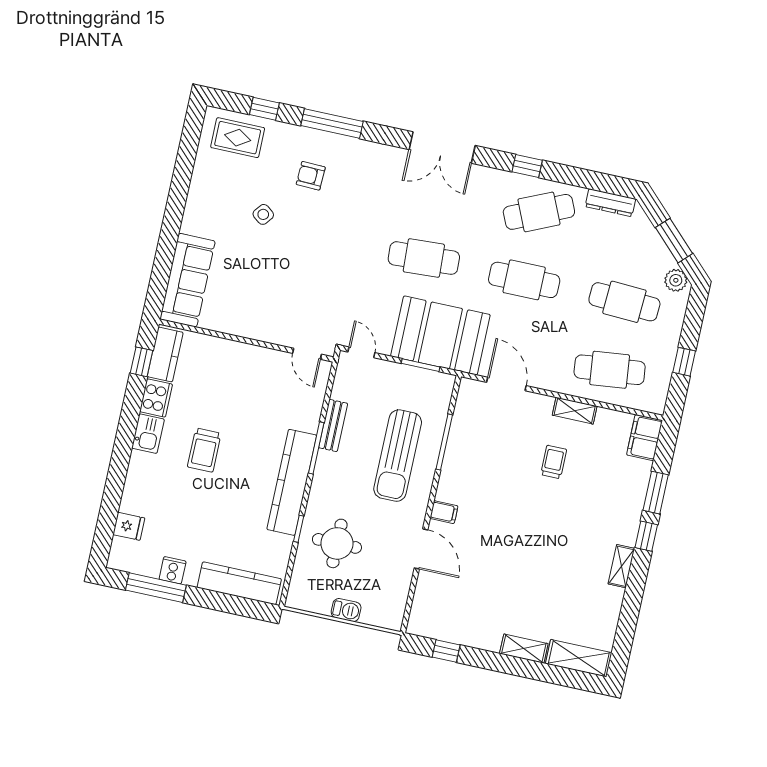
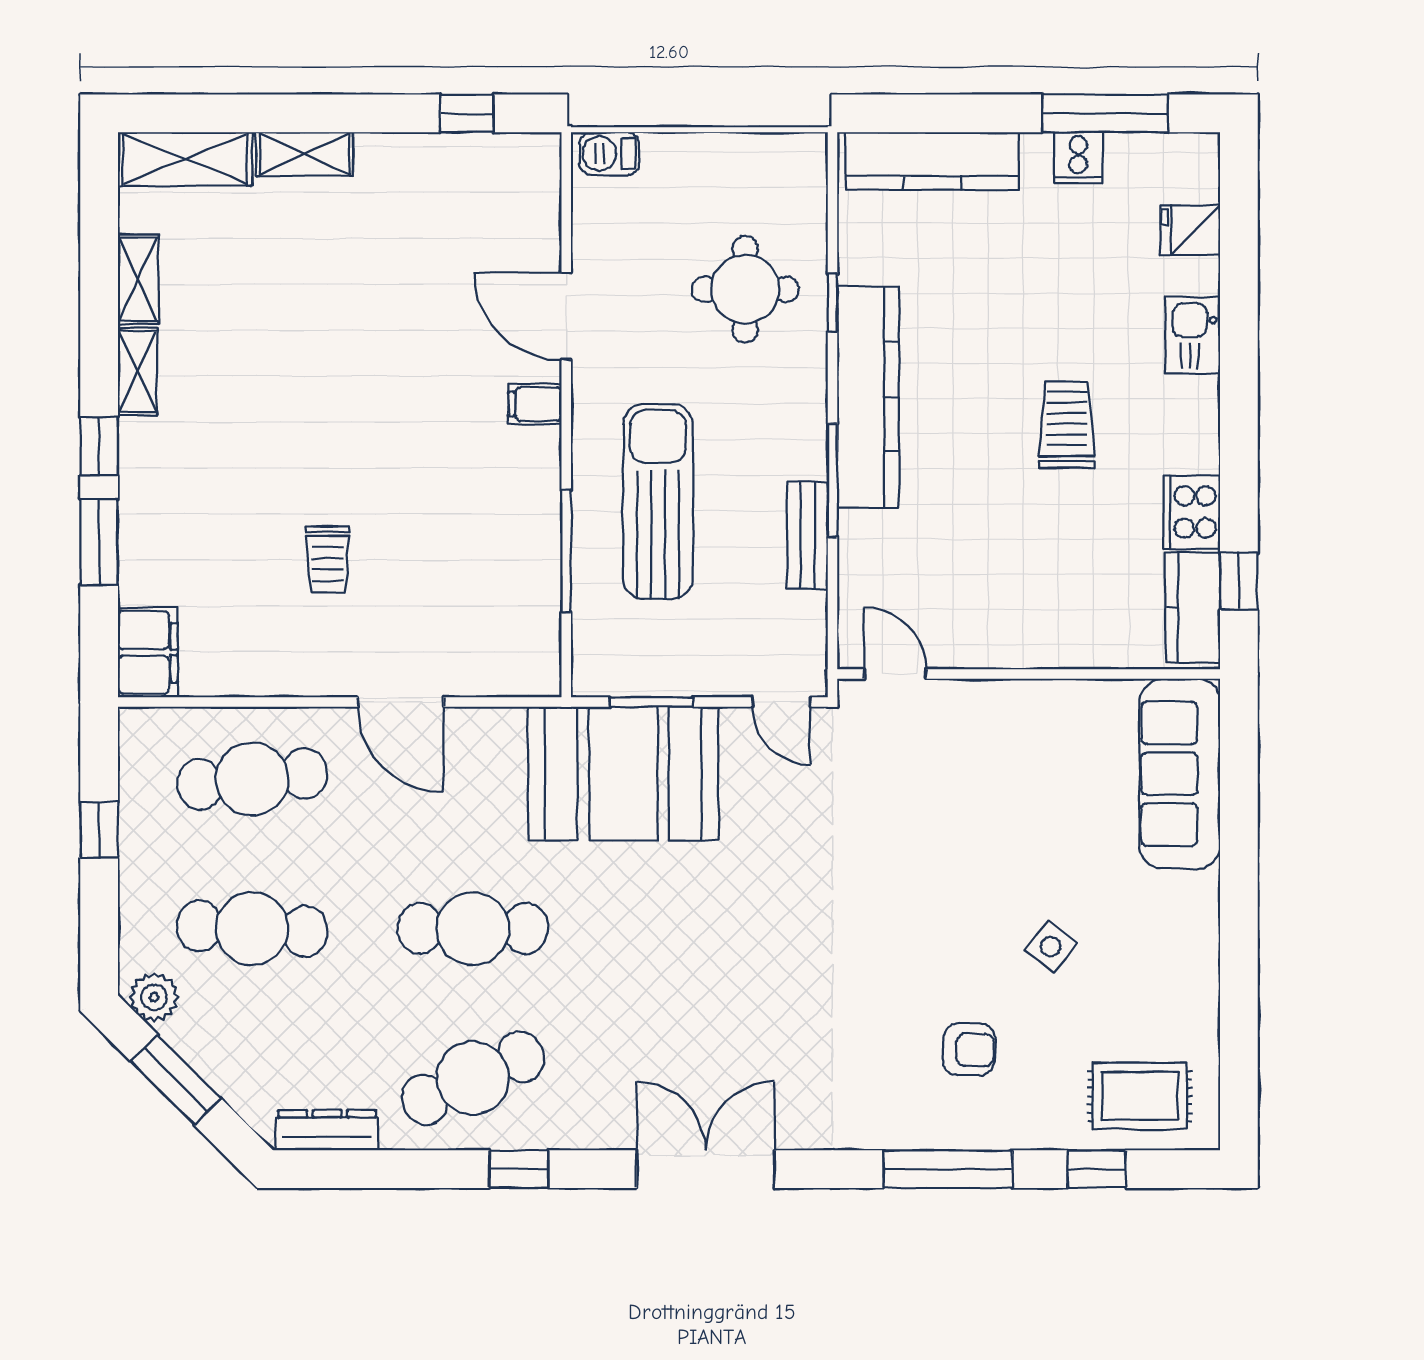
cafe table: (424, 258) -> (693, 929), removed
door: (506, 384) -> (401, 702), moved
shelving: (575, 411) -> (138, 279), moved, turned 90
kitchen sink: (148, 434) -> (1192, 335), moved
barbecue: (346, 610) -> (609, 154), moved

